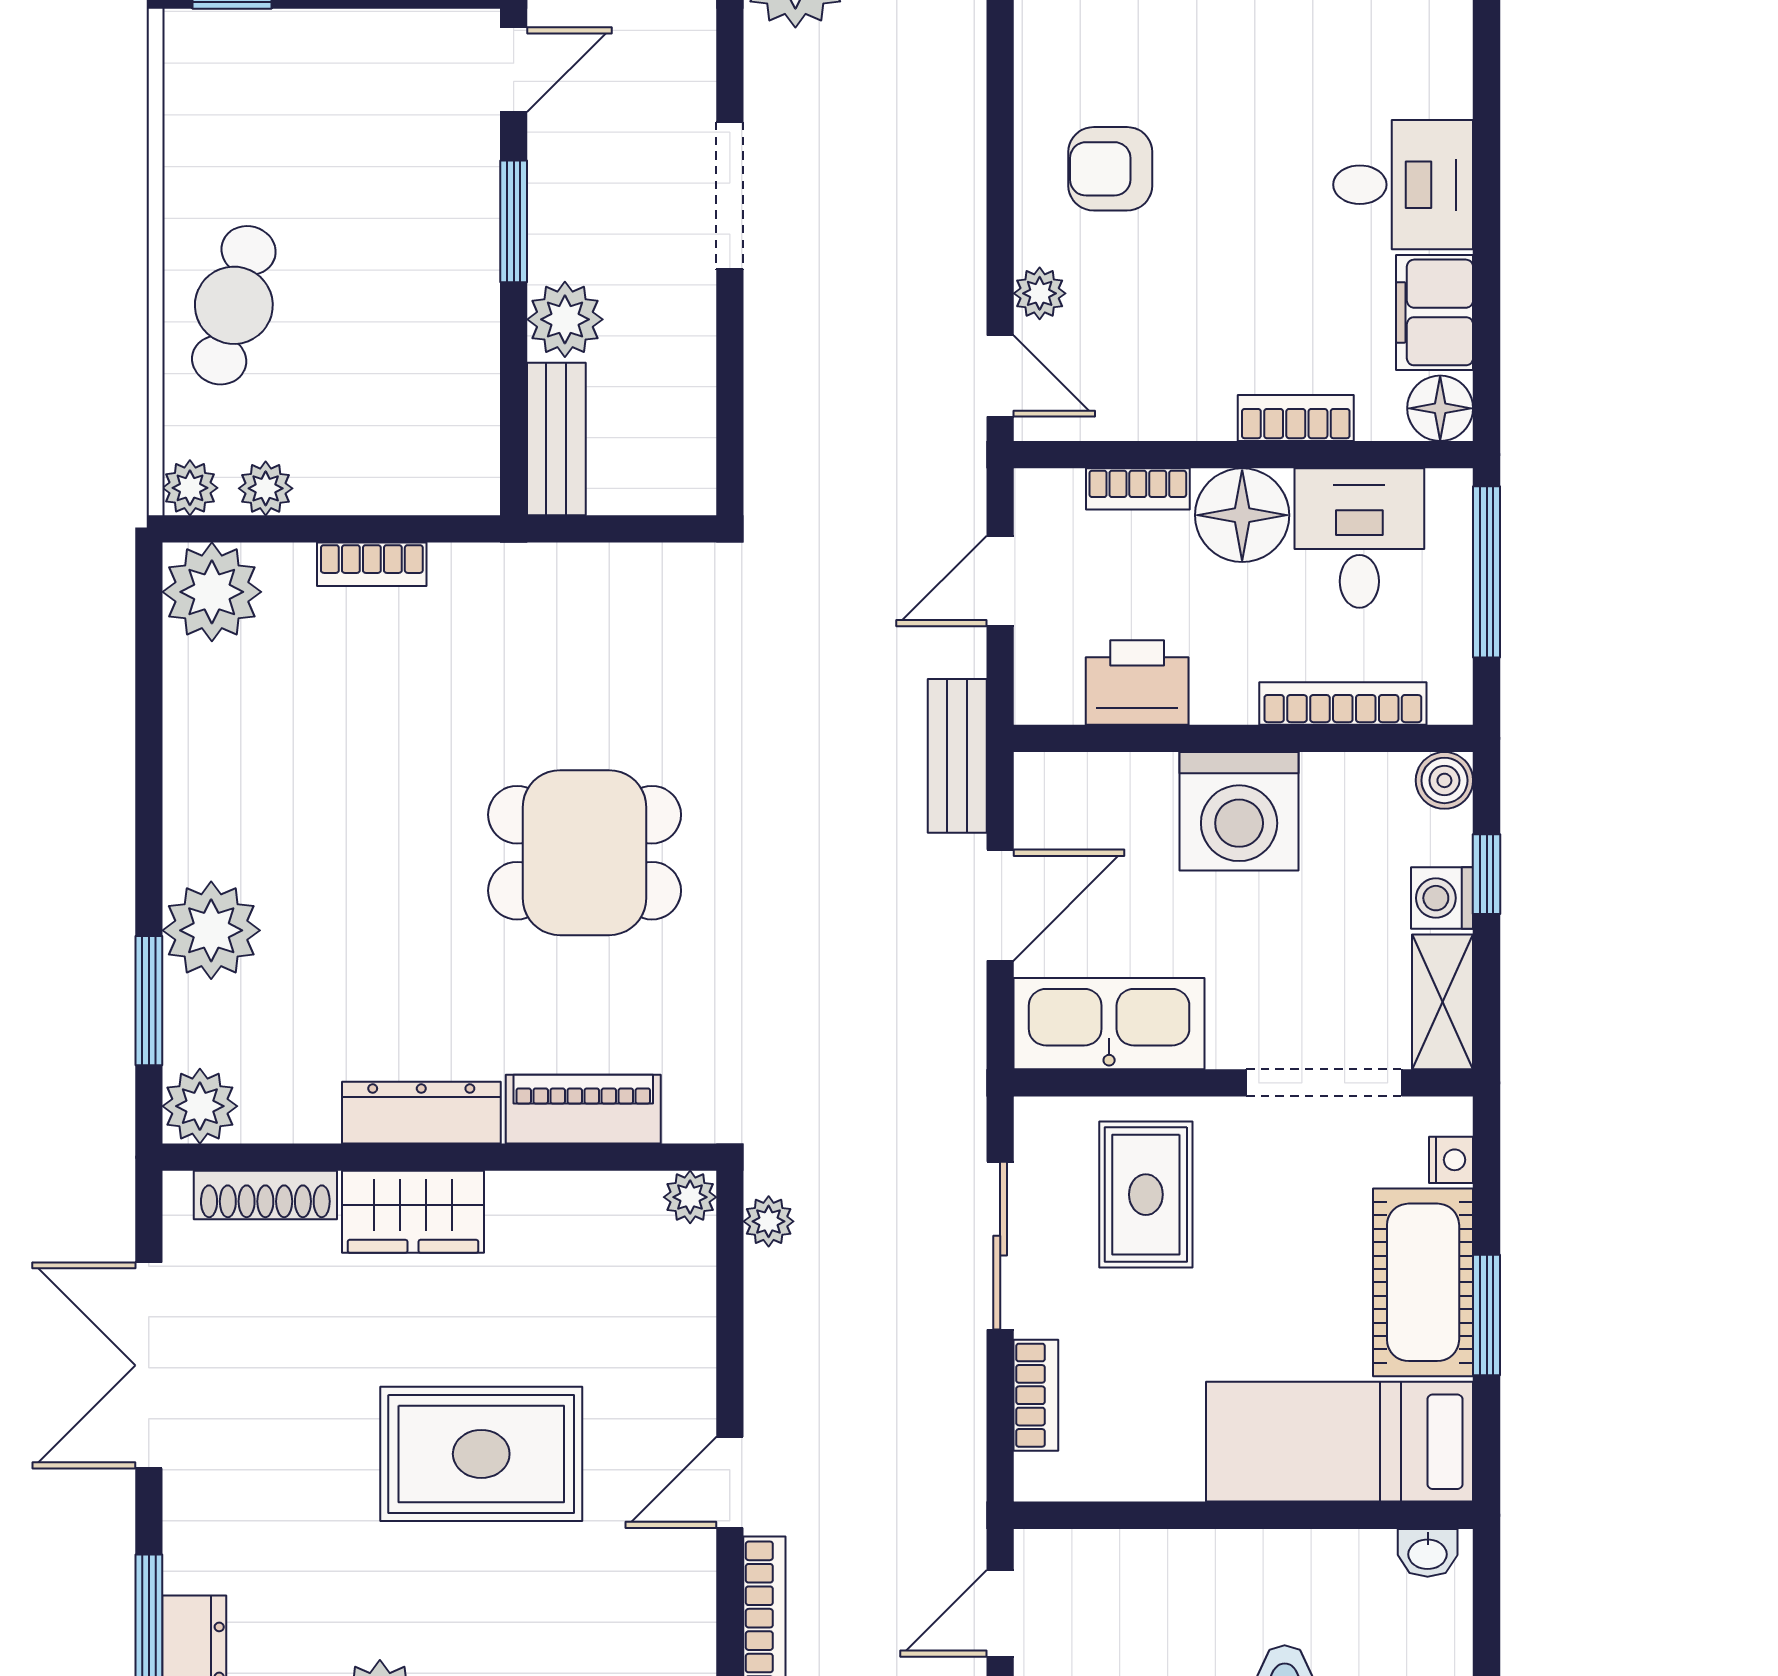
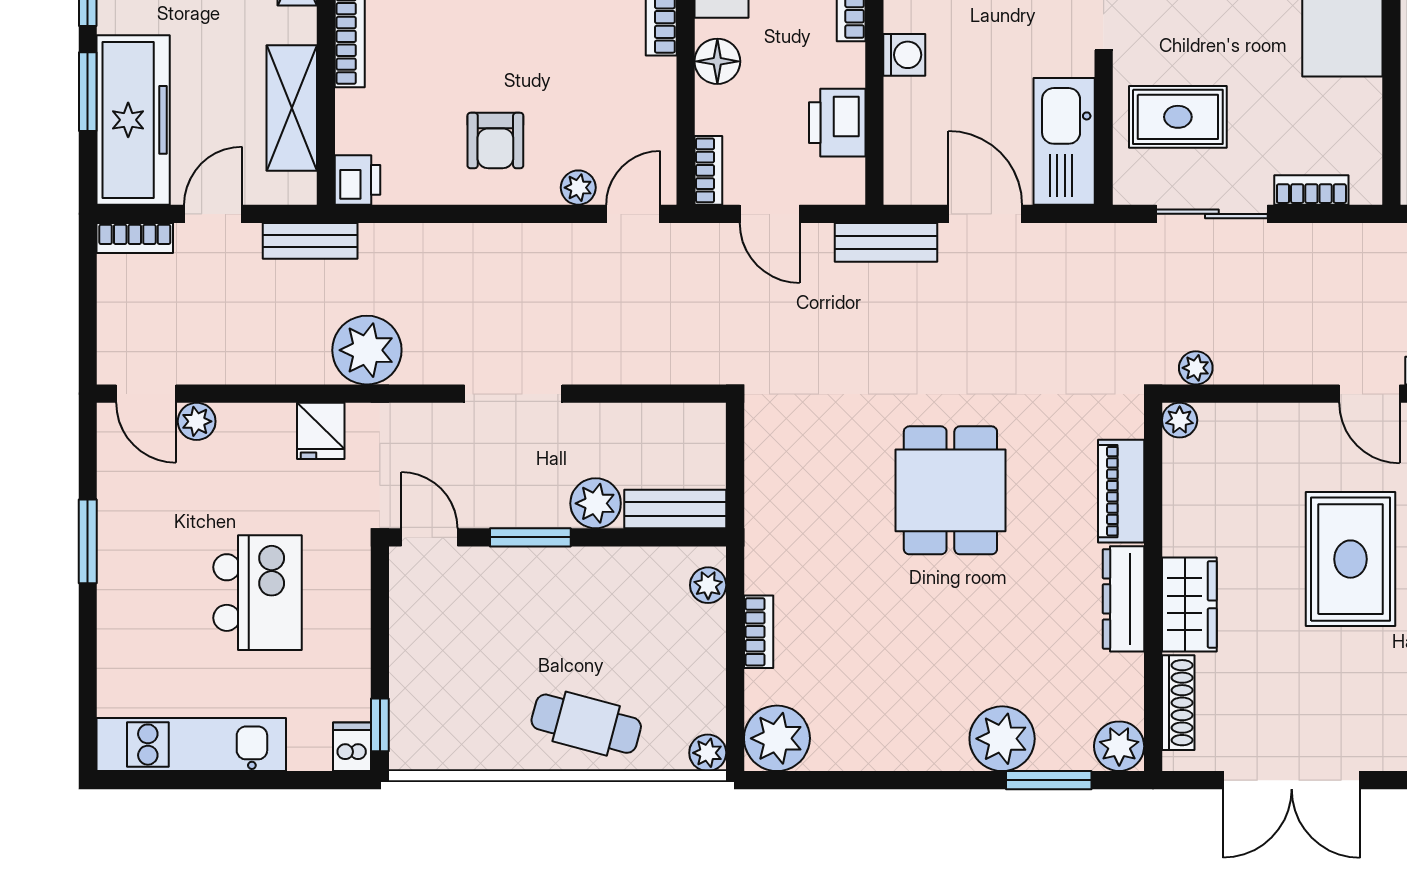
plant: (266, 488) -> (708, 585), moved
bookcase: (1138, 489) -> (708, 170), moved
floor lamp: (1242, 515) -> (717, 61), width x0.73, depth x0.73
washing machine: (1239, 811) -> (904, 55), width x0.53, depth x0.53

